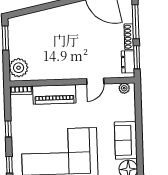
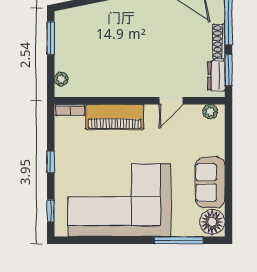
plant: (19, 68) -> (61, 79), width x0.53, depth x0.53

